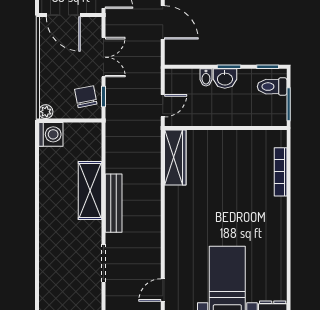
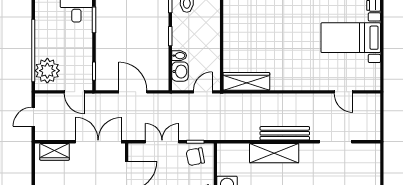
door: (163, 22) -> (133, 92), hinge flipped
washbasin: (225, 78) -> (180, 72), moved
door: (163, 106) -> (203, 92), hinge flipped
door: (163, 290) -> (344, 92), moved

